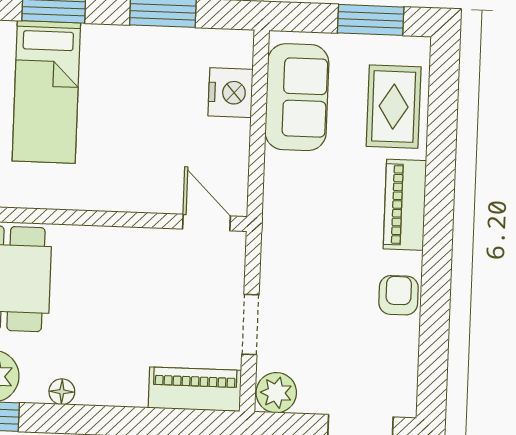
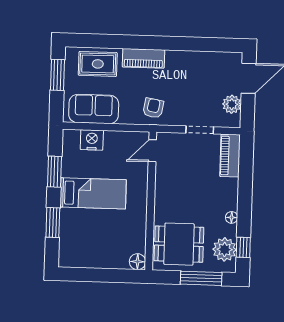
bed: (46, 92) -> (93, 193), moved
armchair: (399, 295) -> (153, 108), moved, turned 100
plant: (276, 393) -> (232, 104), moved

